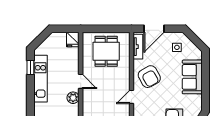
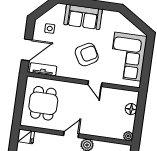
door: (154, 29) -> (27, 50), hinge flipped
dining table: (106, 51) -> (43, 103), turned 90
armchair: (149, 77) -> (87, 55), moved

